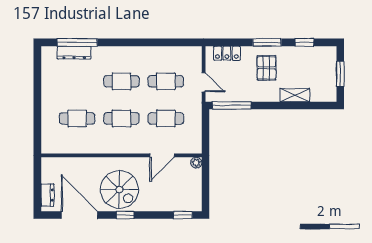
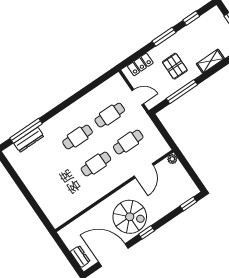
pallet: (267, 68) -> (175, 66), moved
window: (232, 105) -> (182, 92), moved
cafe table: (77, 118) -> (64, 186), removed

